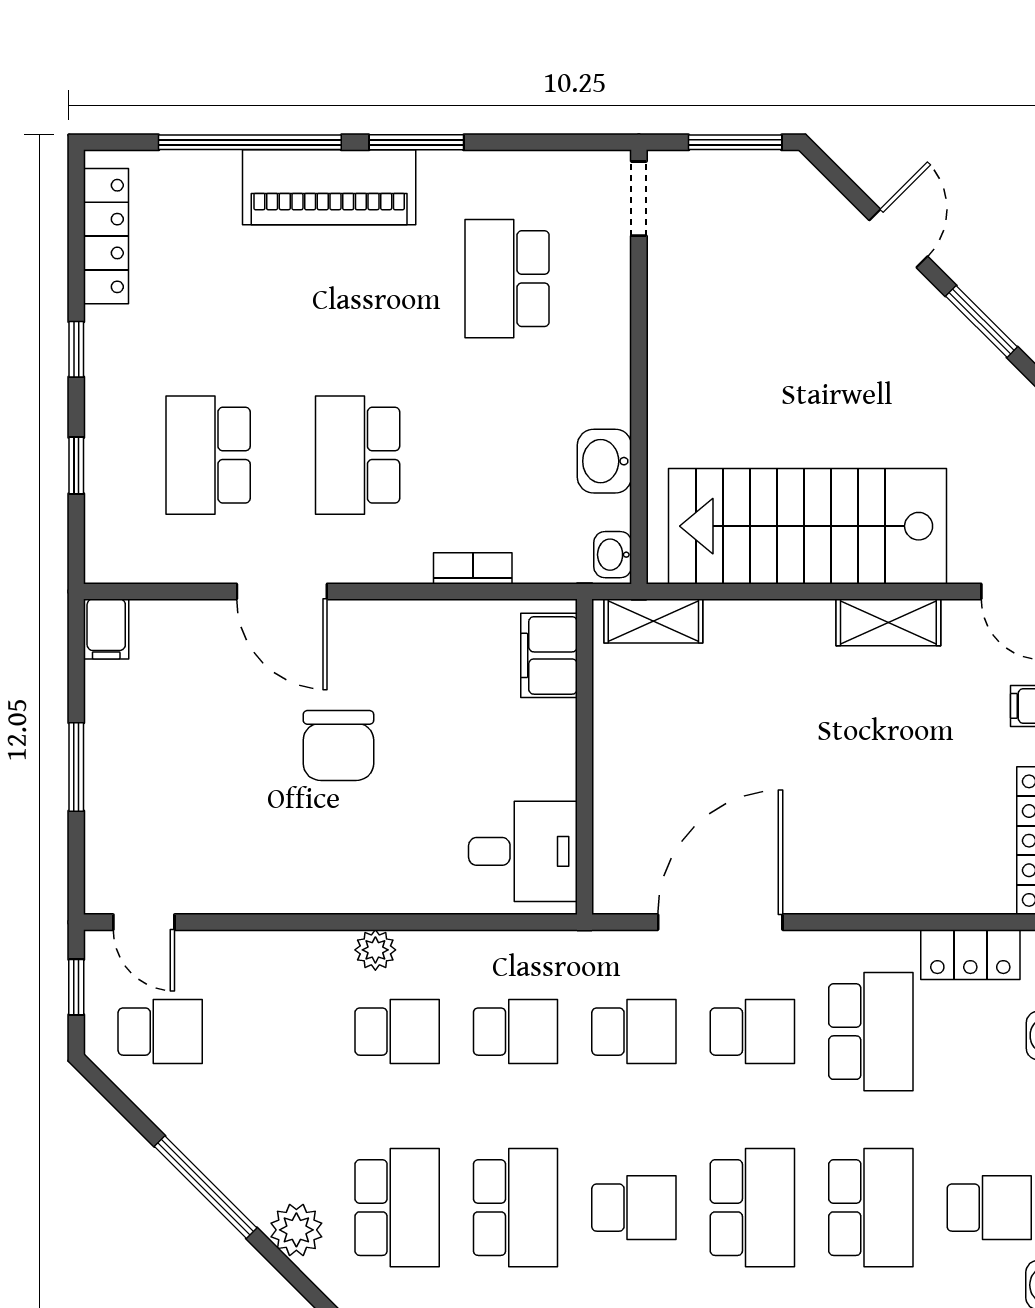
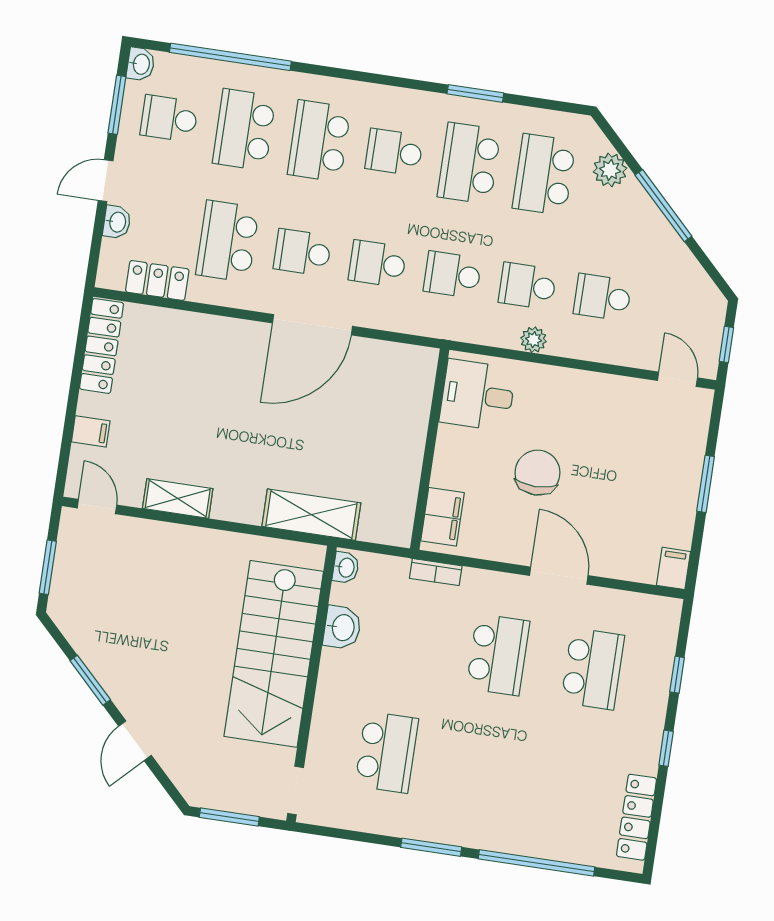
piano: (329, 187) -> (491, 827), removed
stairs: (807, 526) -> (274, 654), moved, turned 90
shelving: (653, 621) -> (311, 515), width x1.50, depth x1.33
filing cabinet: (549, 655) -> (443, 517), moved
wall: (585, 757) -> (430, 449), moved
desk: (523, 851) -> (478, 395), moved
school desk: (160, 1032) -> (602, 297), moved

